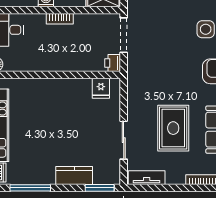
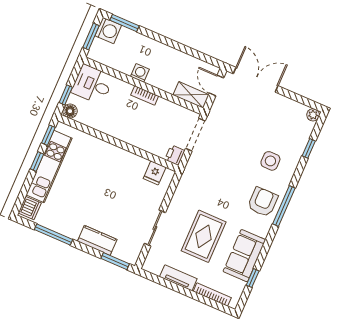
tv unit: (147, 178) -> (178, 278), moved

